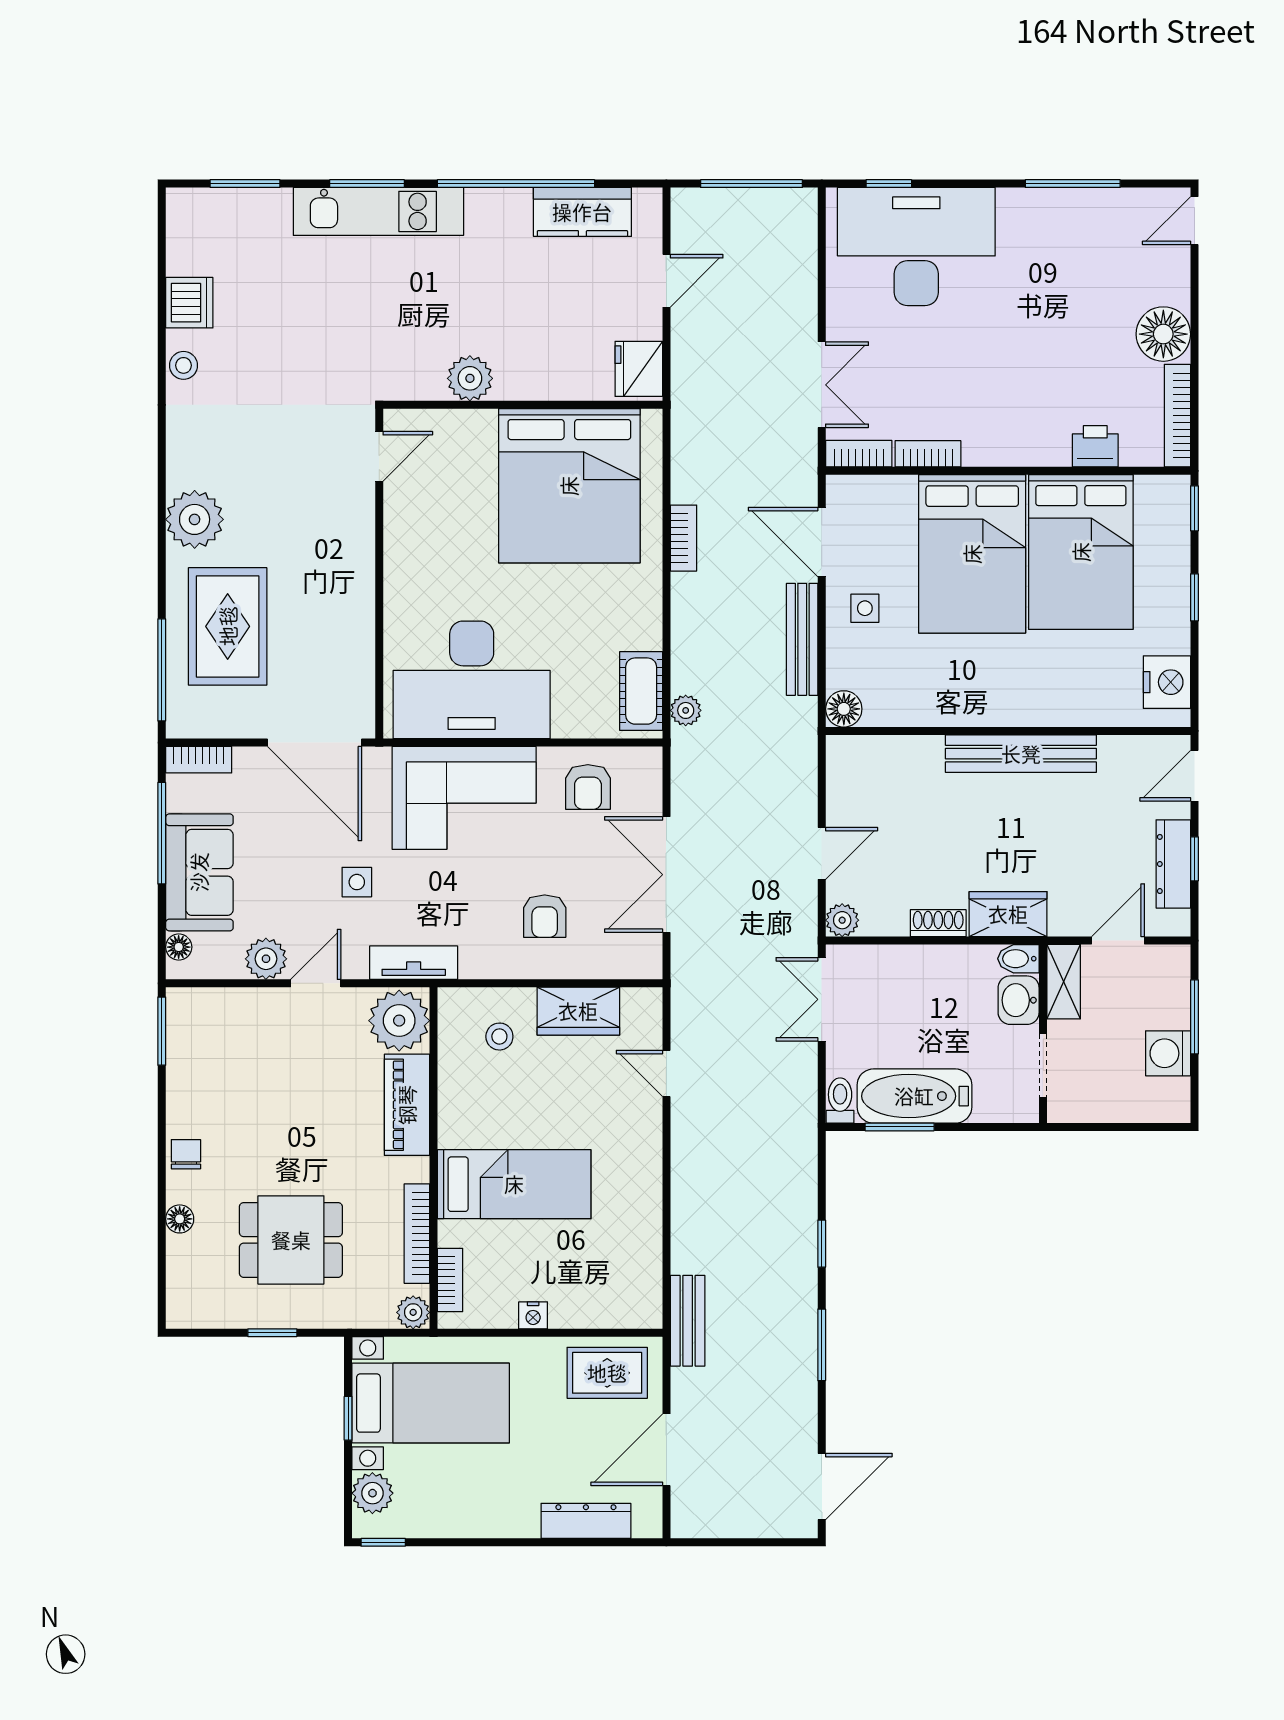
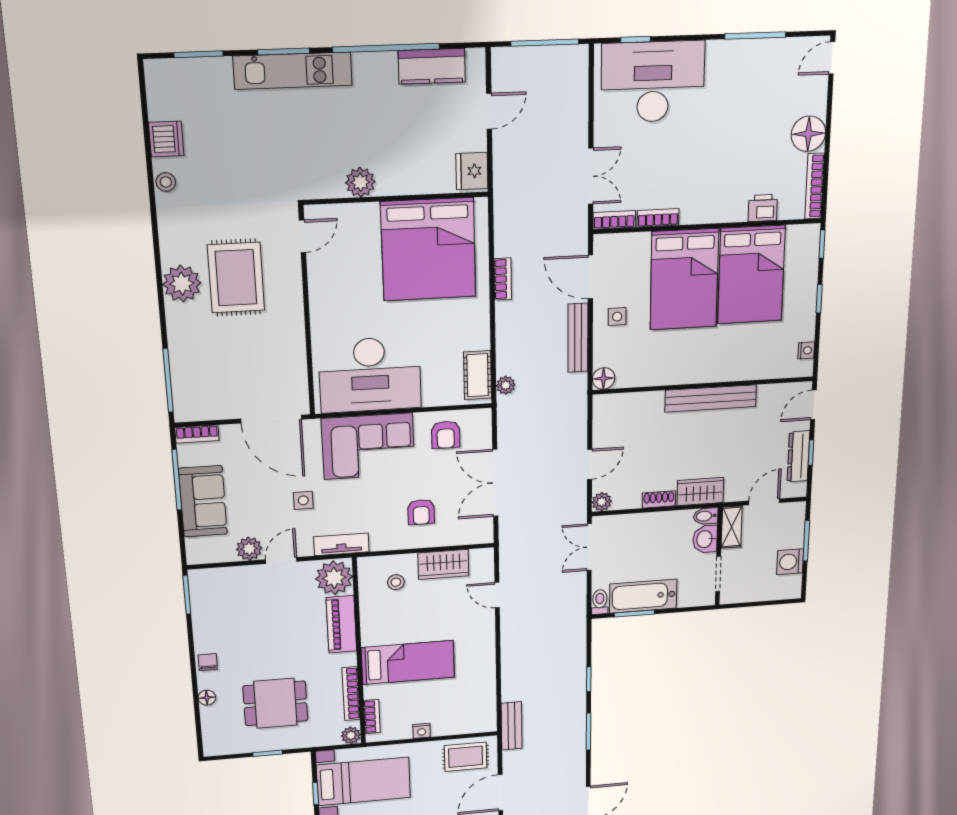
rug: (228, 626) -> (236, 278), moved
nightstand: (1167, 682) -> (806, 350), width x0.53, depth x0.56
floor lamp: (179, 947) -> (193, 546), removed

